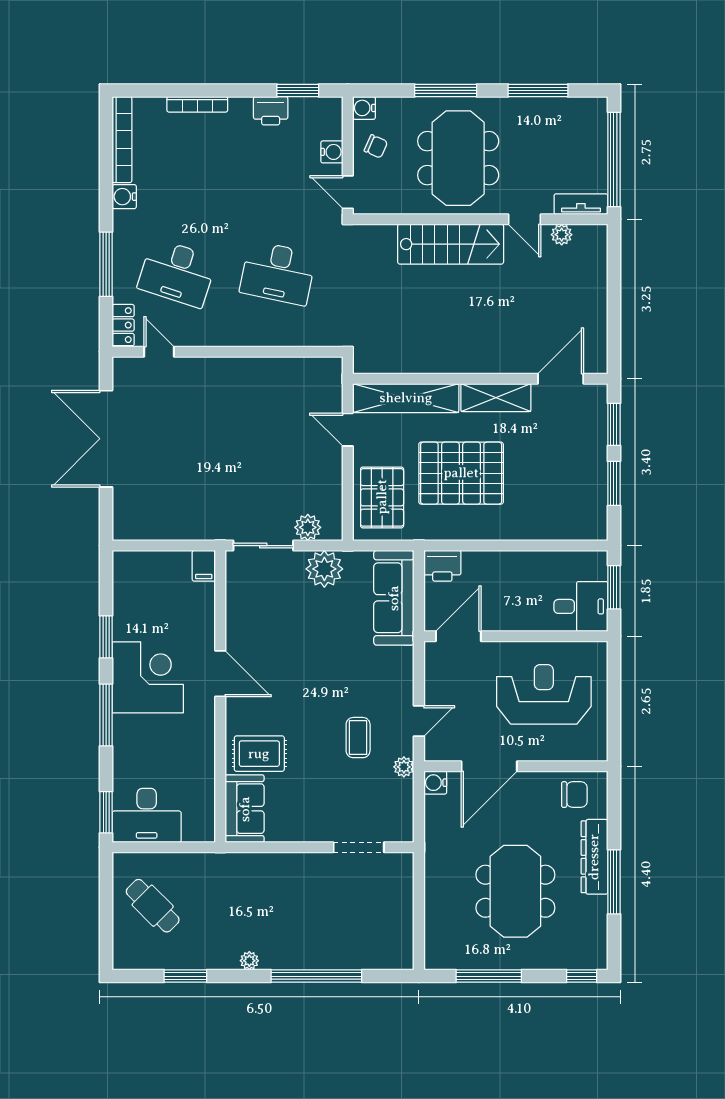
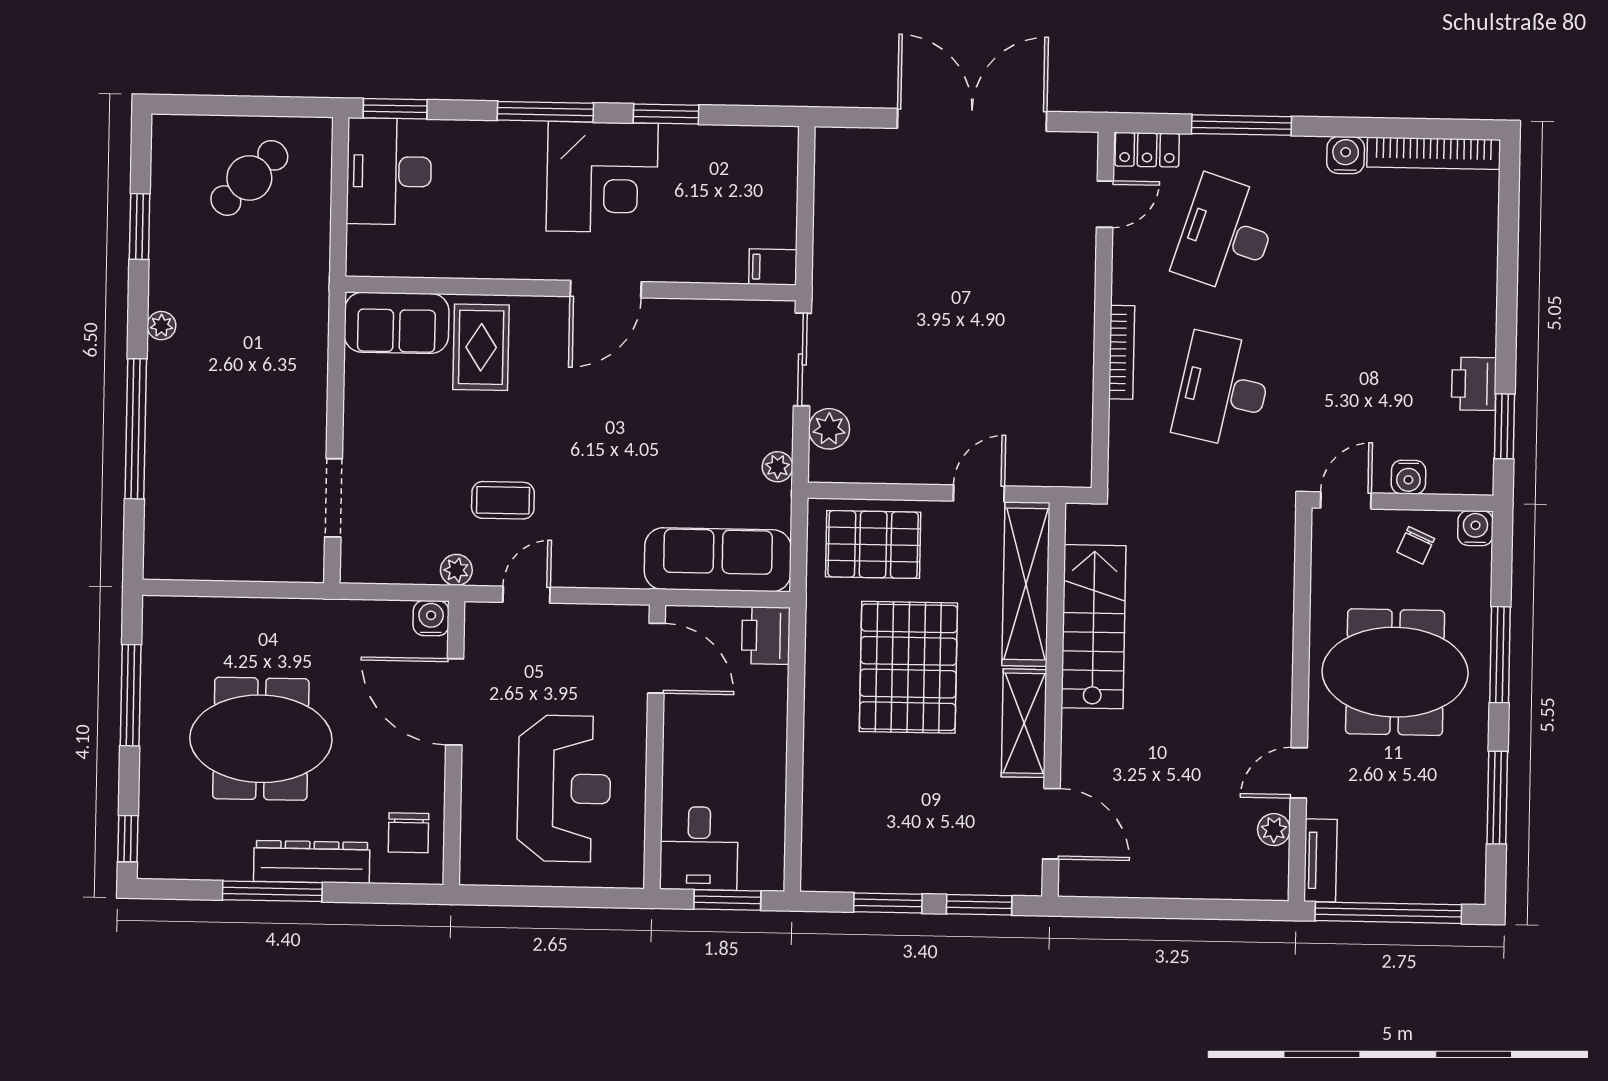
bookcase: (197, 104) -> (1122, 352), moved, turned 180
stairs: (451, 244) -> (1094, 627), moved, turned 180
plant: (324, 569) -> (778, 467), width x0.53, depth x0.53
door: (419, 721) -> (527, 595), swing flipped

